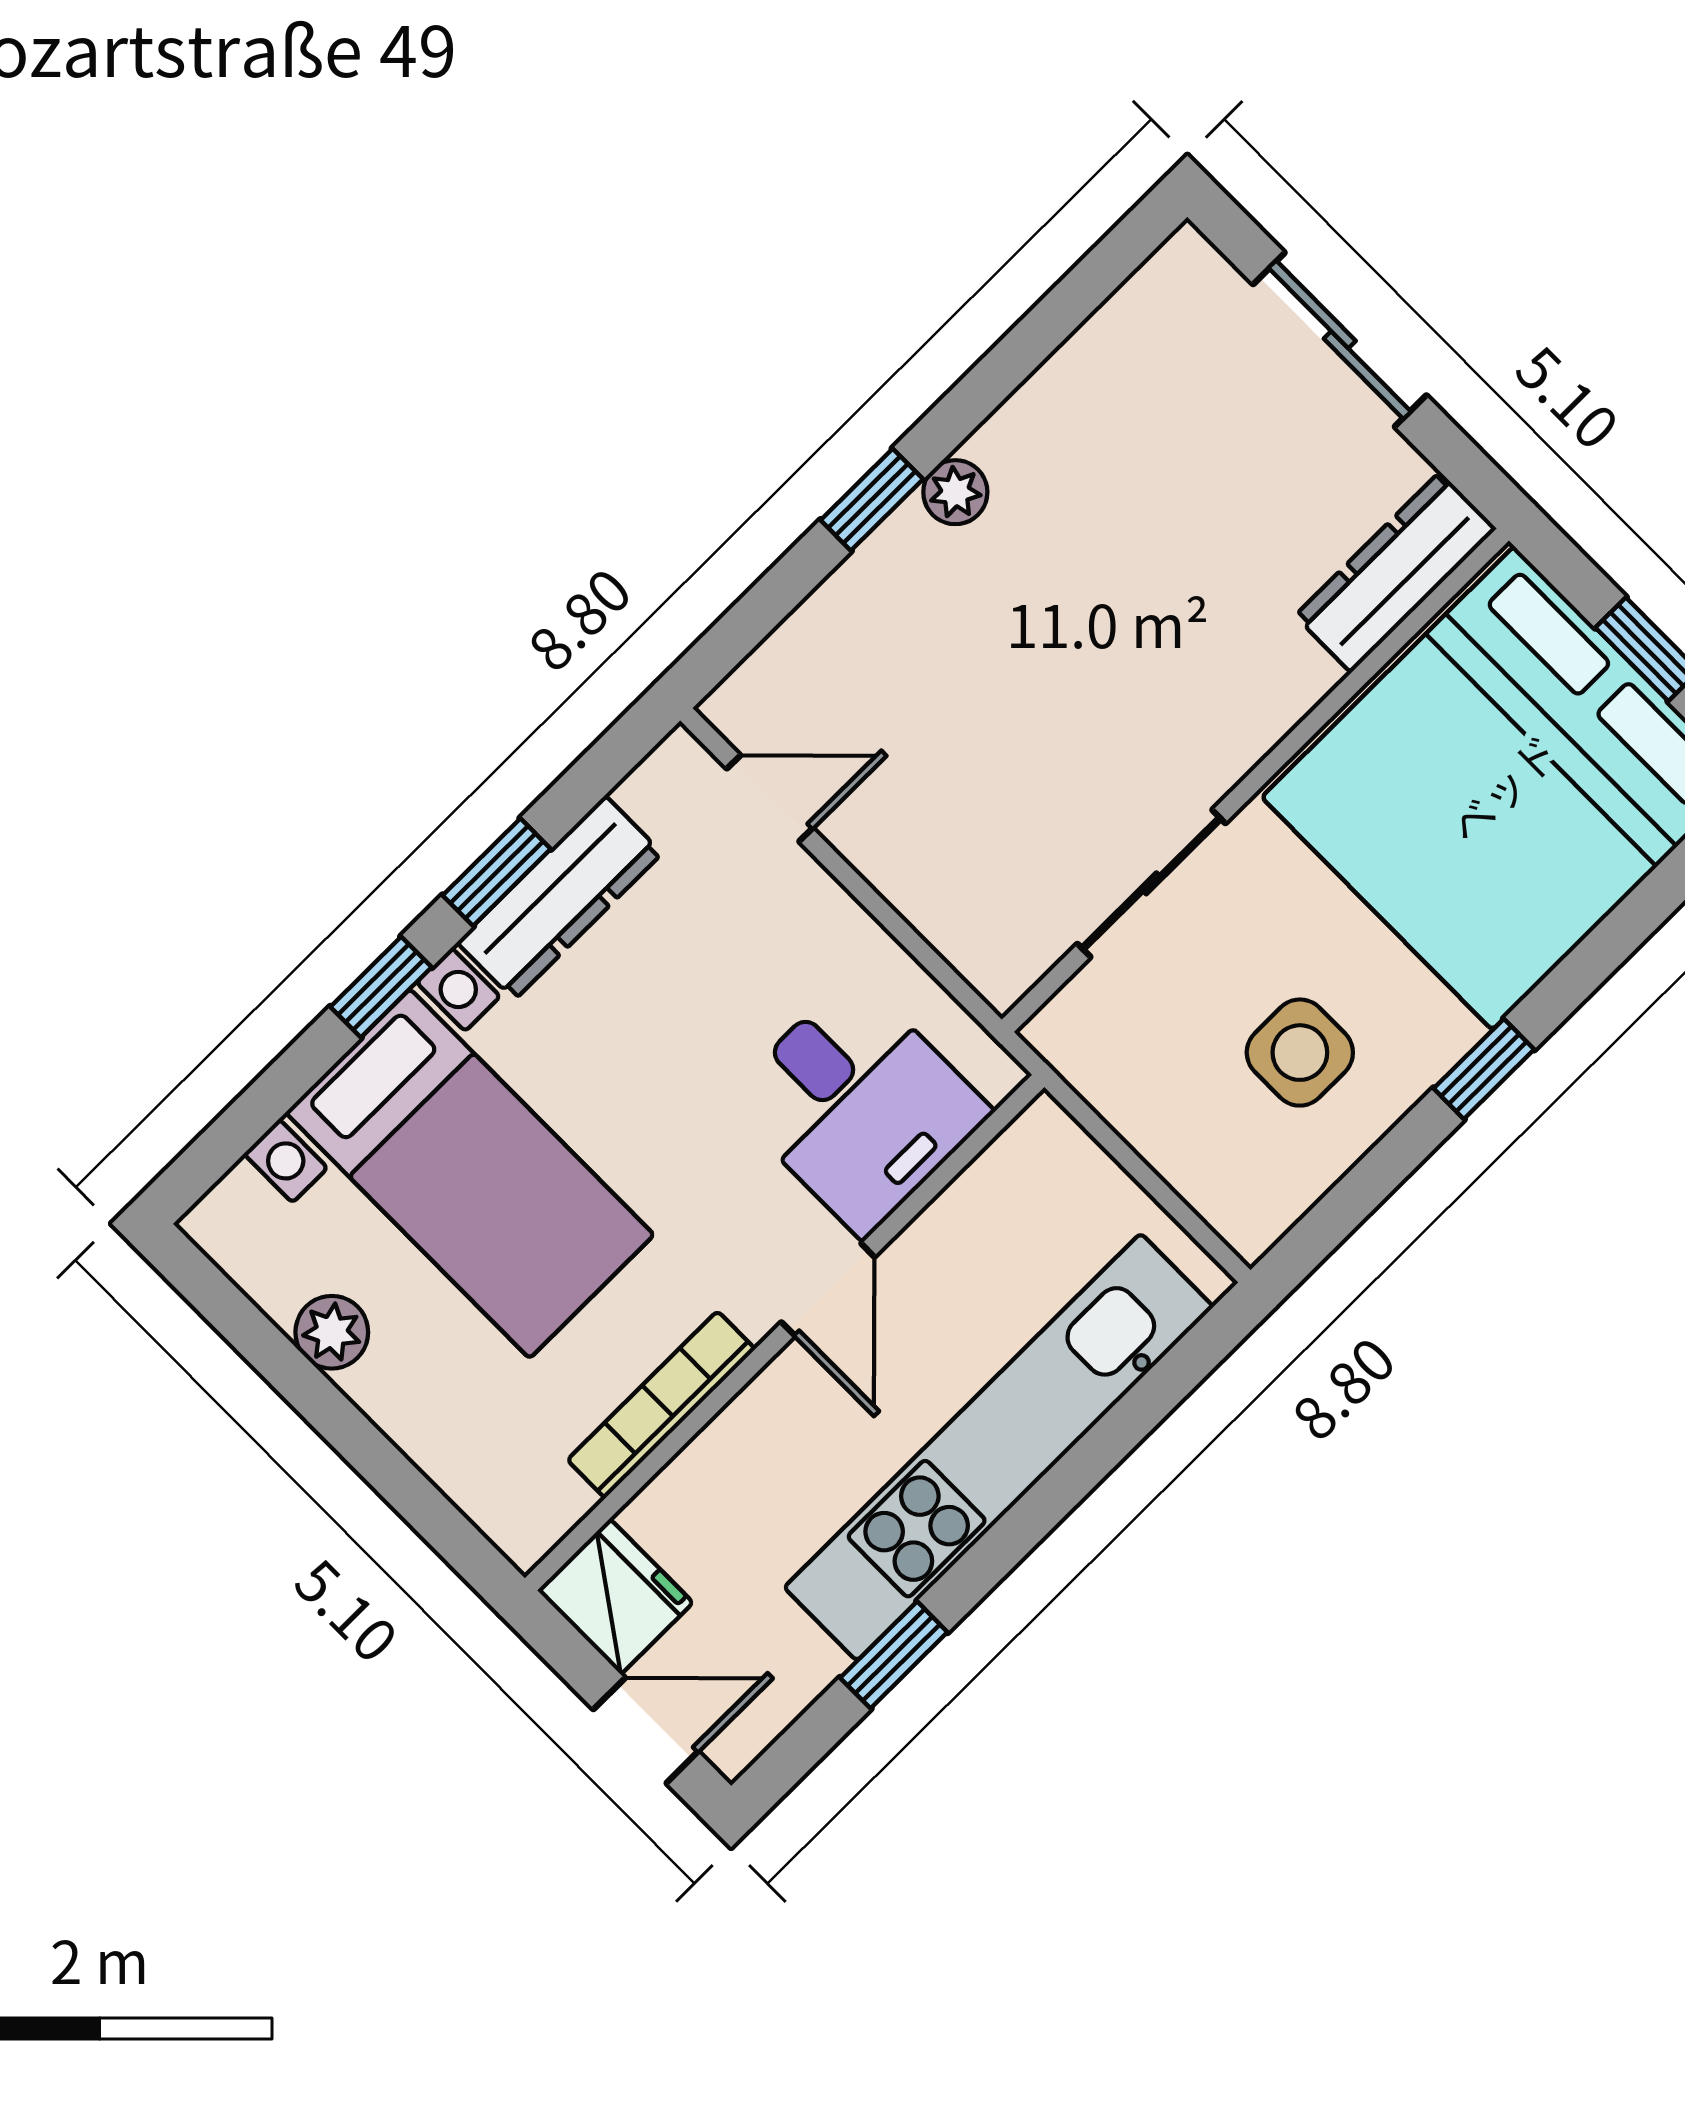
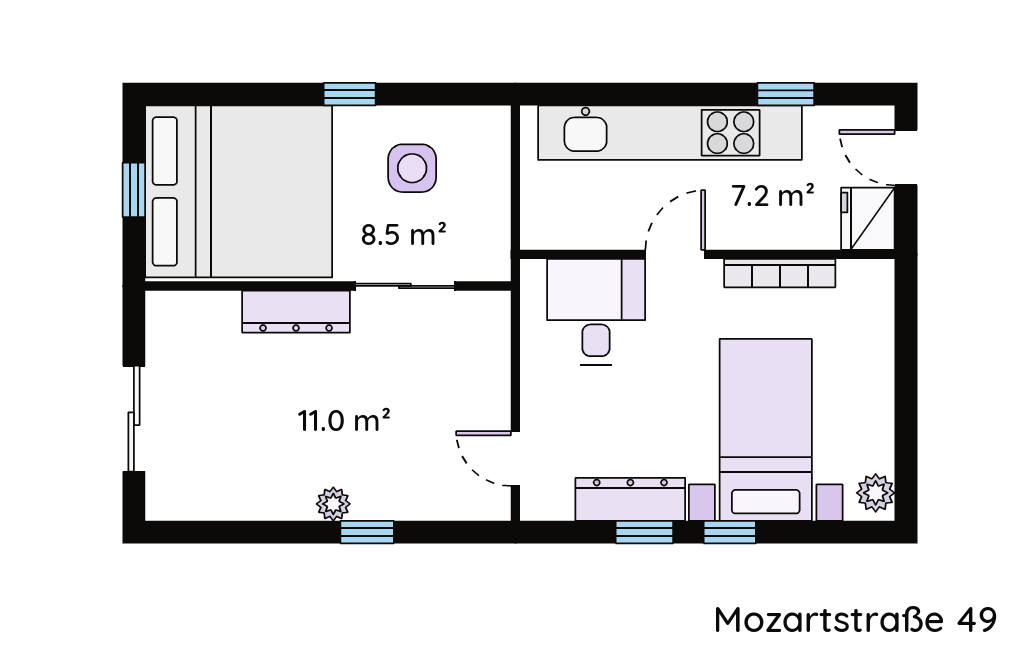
dresser: (1396, 572) -> (296, 312), moved
plant: (332, 1332) -> (876, 493), moved

